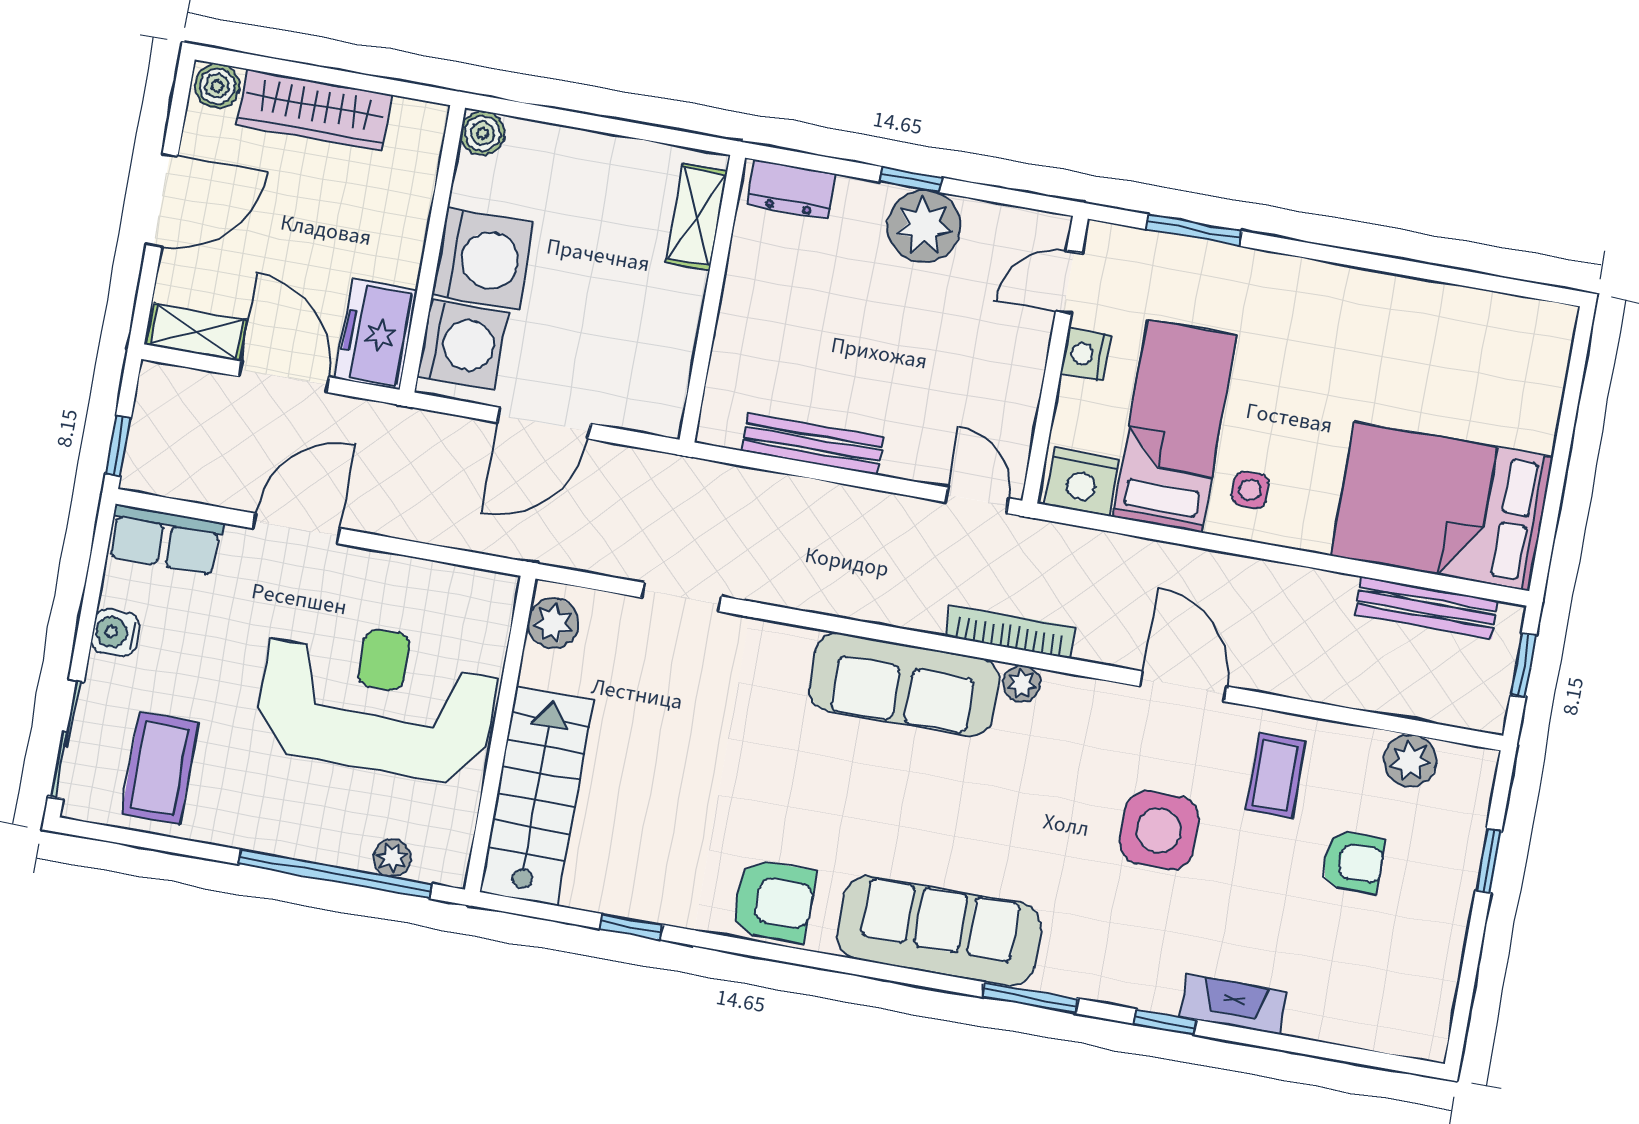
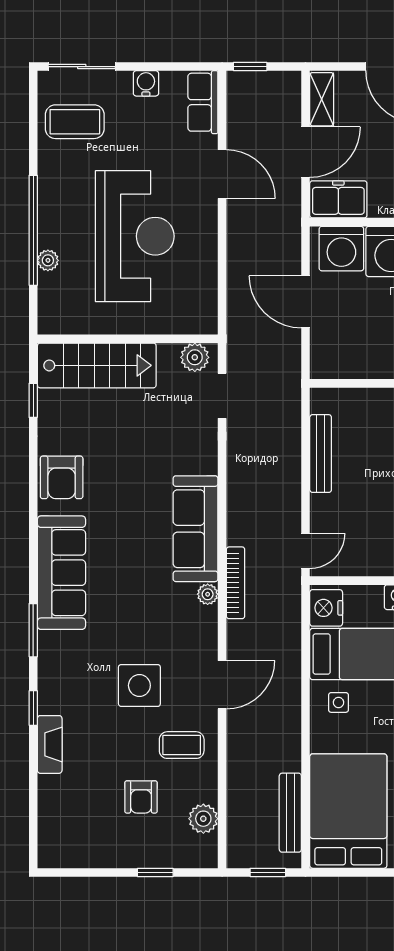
plant: (553, 623) -> (195, 357), moved
wall: (500, 734) -> (128, 339), moved
stairs: (537, 796) -> (97, 365), moved

